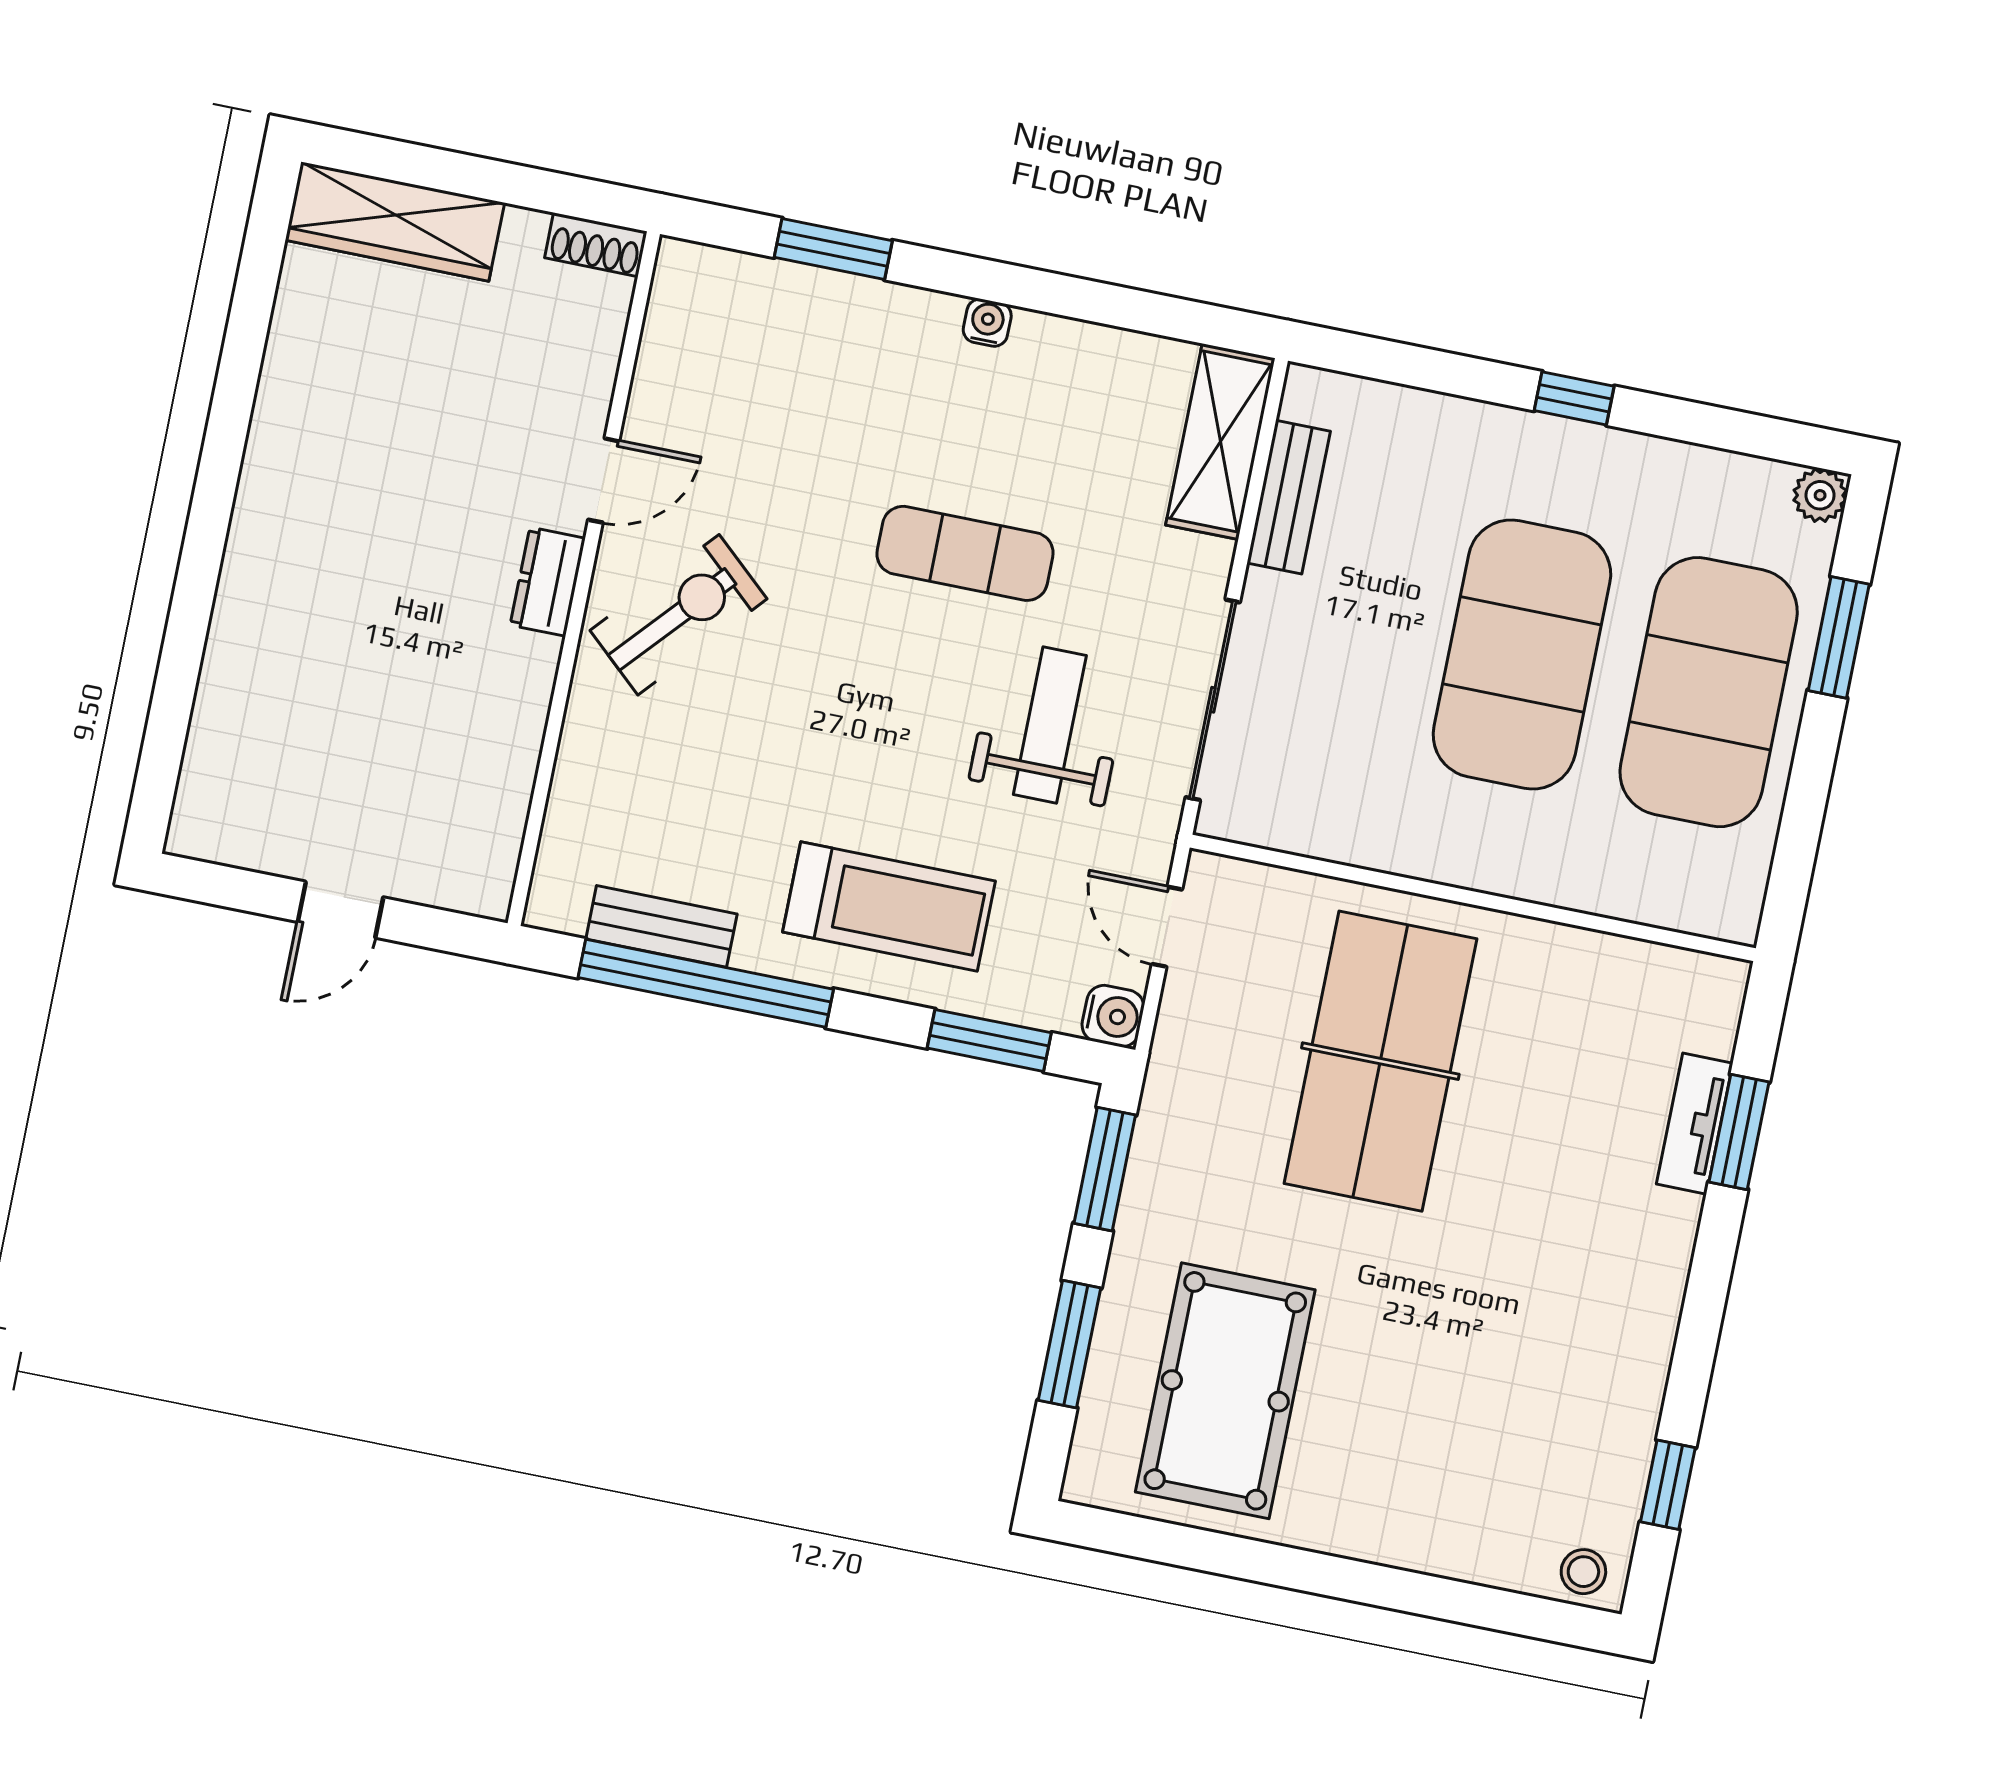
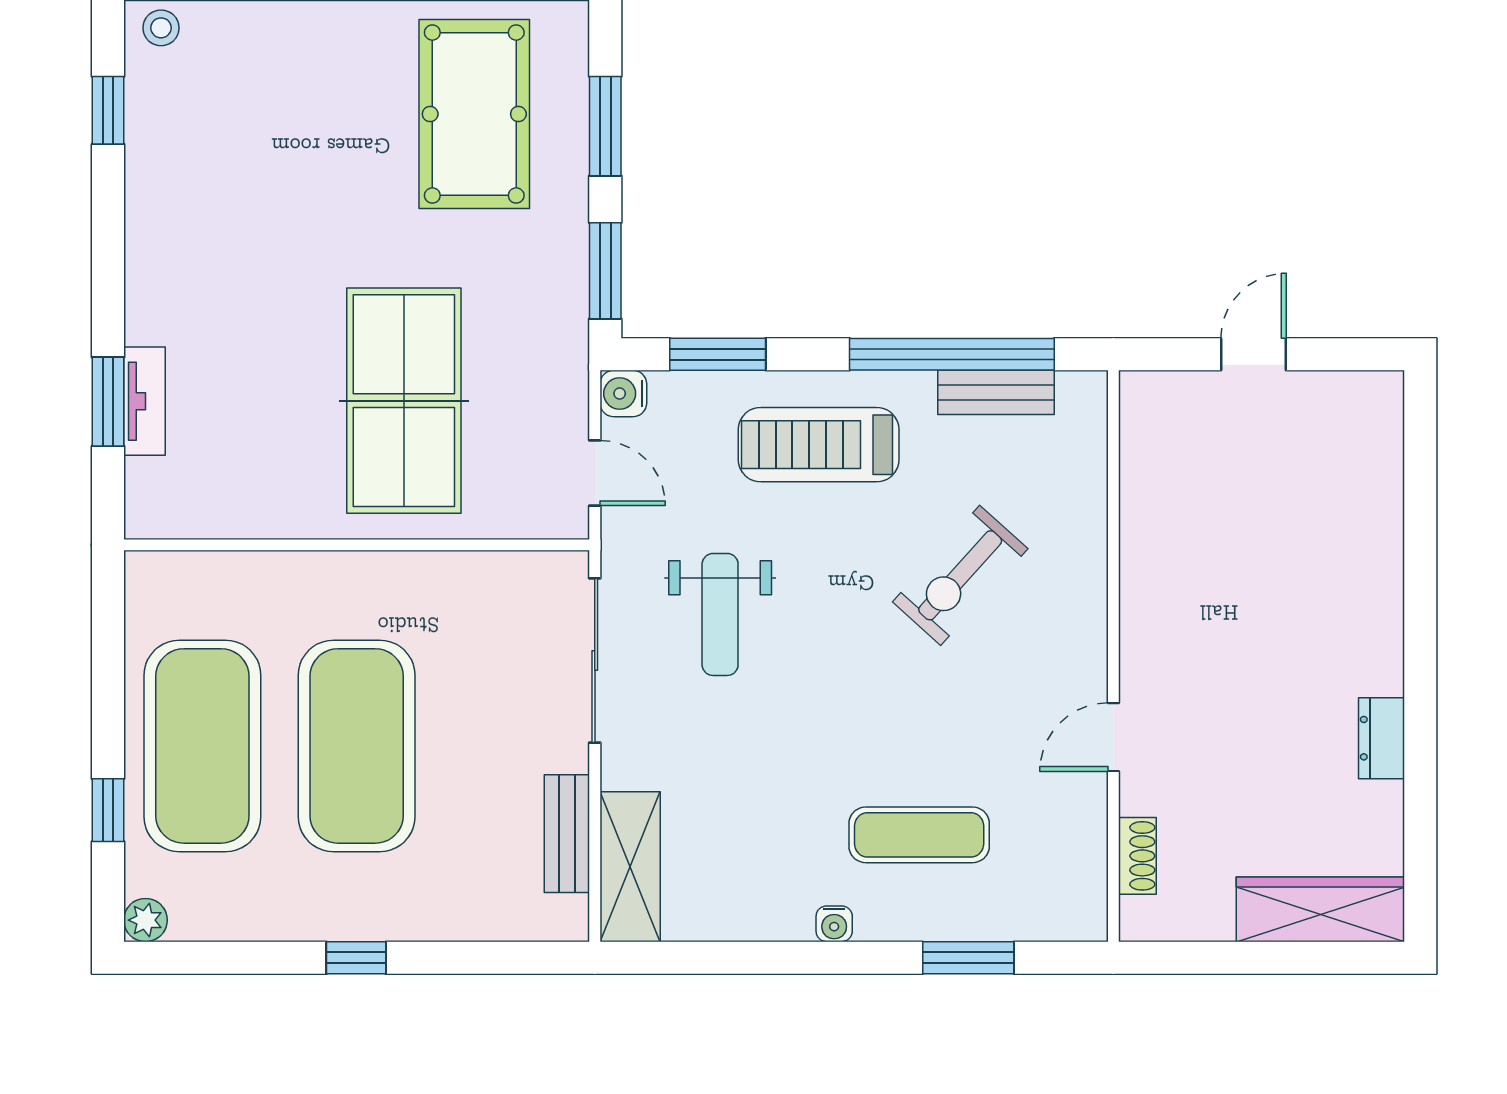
shoe rack: (596, 245) -> (1137, 856), moved, turned 90
exercise mat: (965, 553) -> (919, 835), moved
dresser: (548, 582) -> (1382, 738), moved, turned 180
exercise bike: (679, 615) -> (960, 575), moved
window: (1839, 637) -> (108, 810), width x0.67

